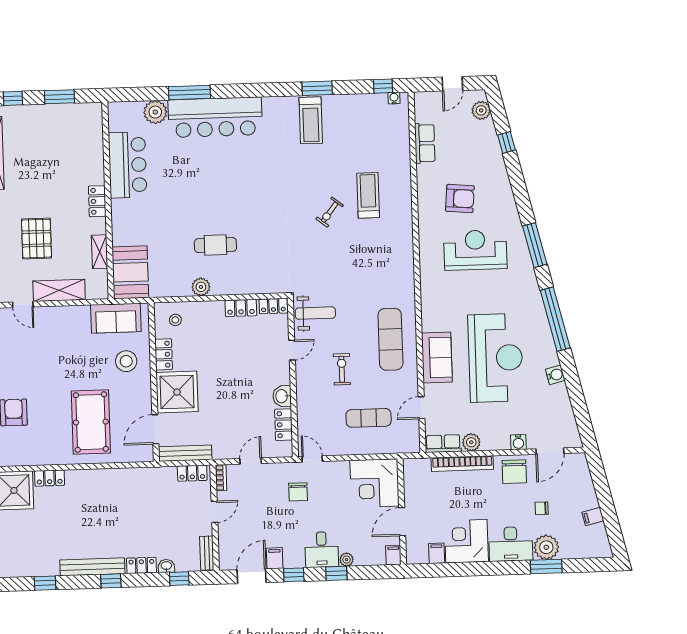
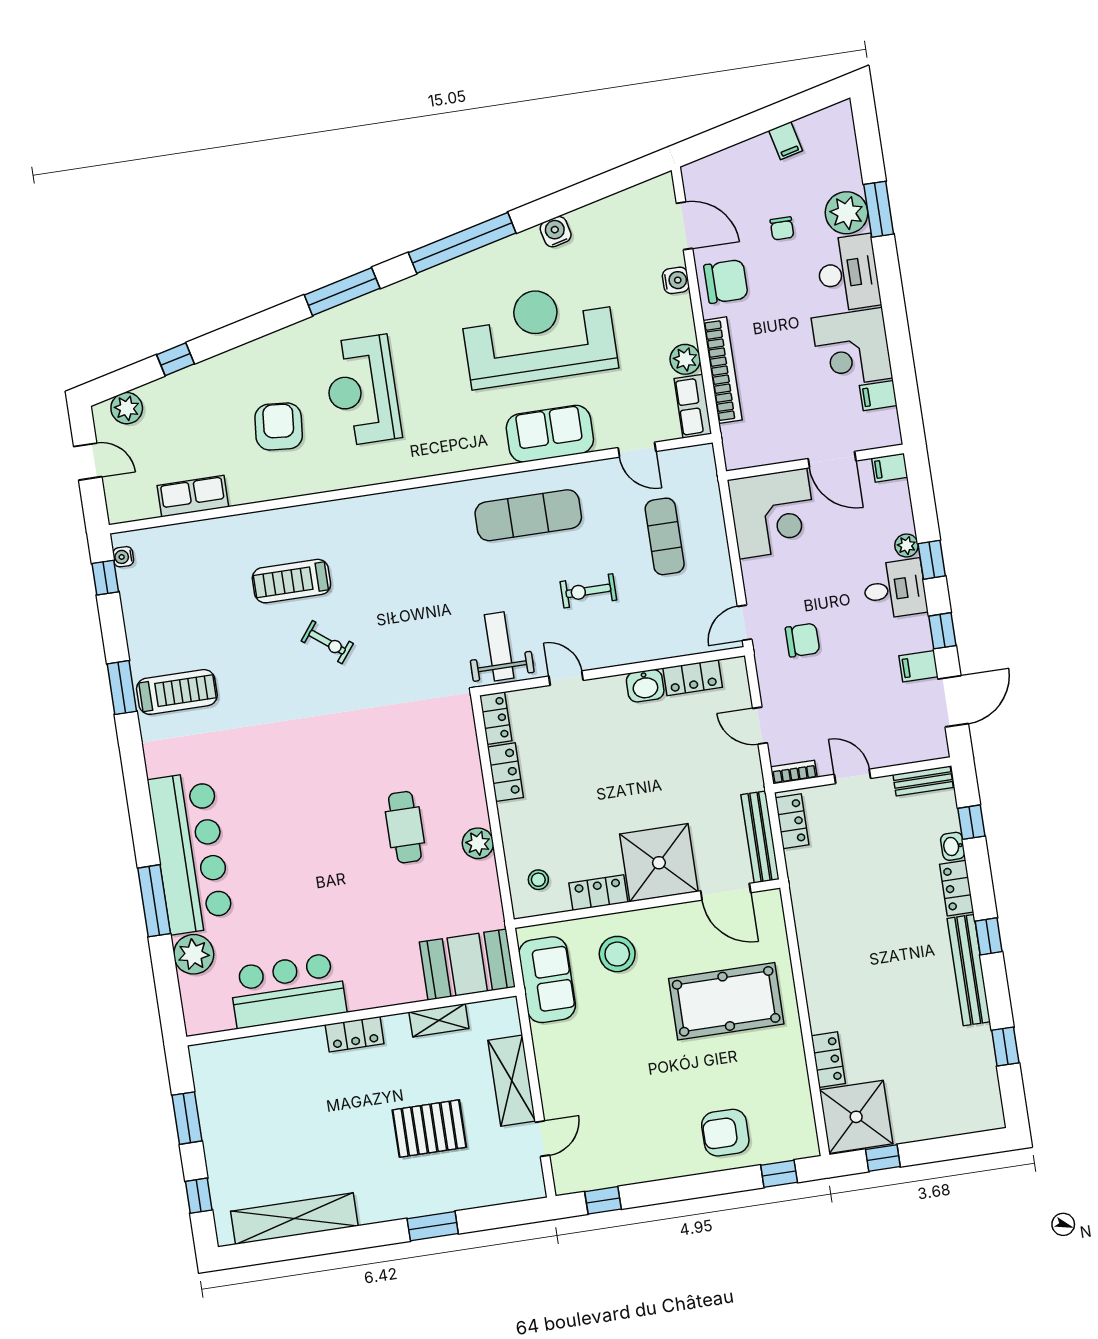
door: (252, 576) -> (953, 701), swing flipped

